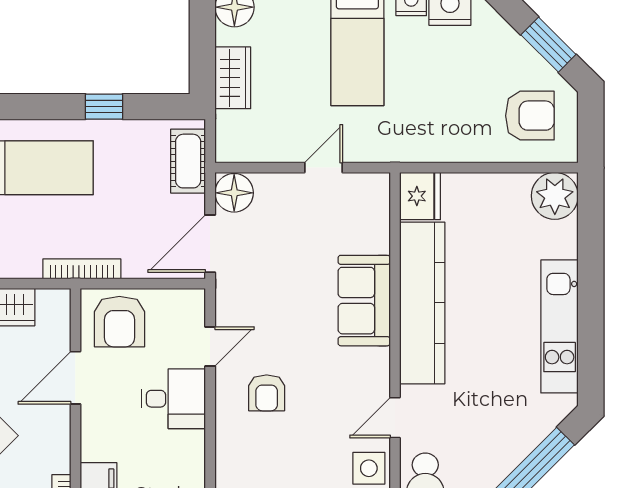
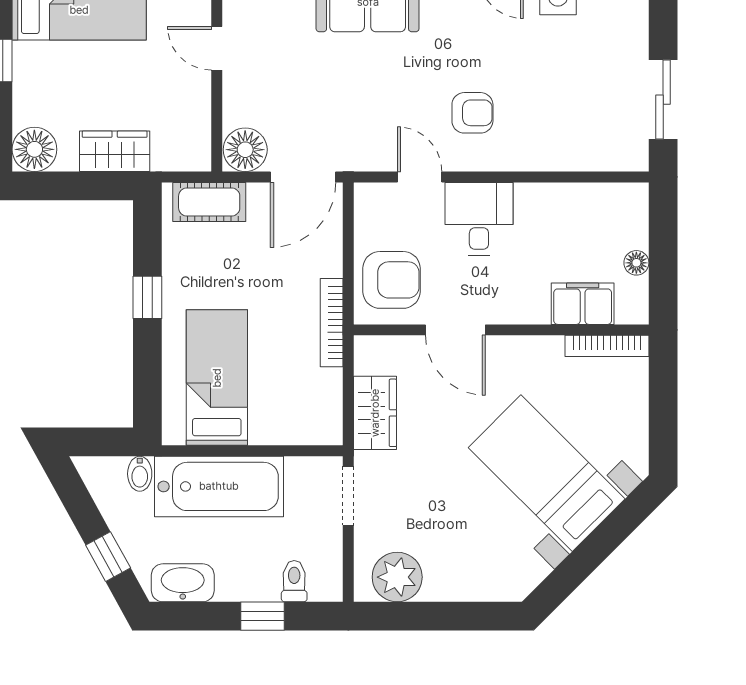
door: (210, 244) -> (303, 177), hinge flipped

